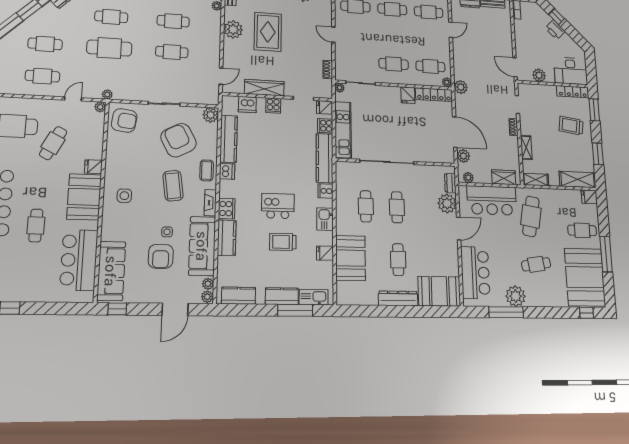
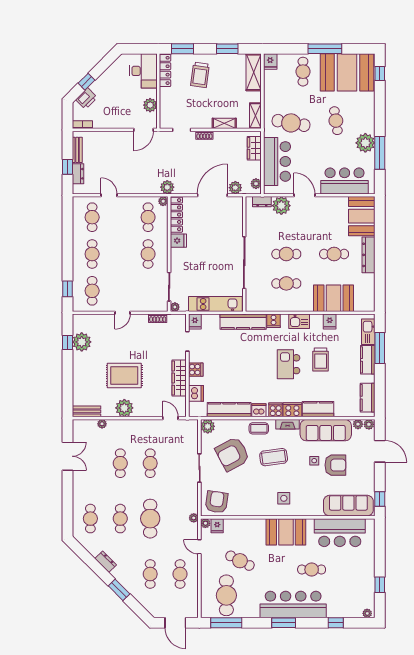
printer: (555, 30) -> (87, 99), moved
cooker: (325, 126) -> (276, 410), moved, turned 180
fridge: (93, 167) -> (217, 526), moved

